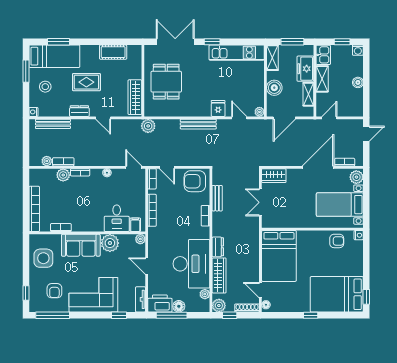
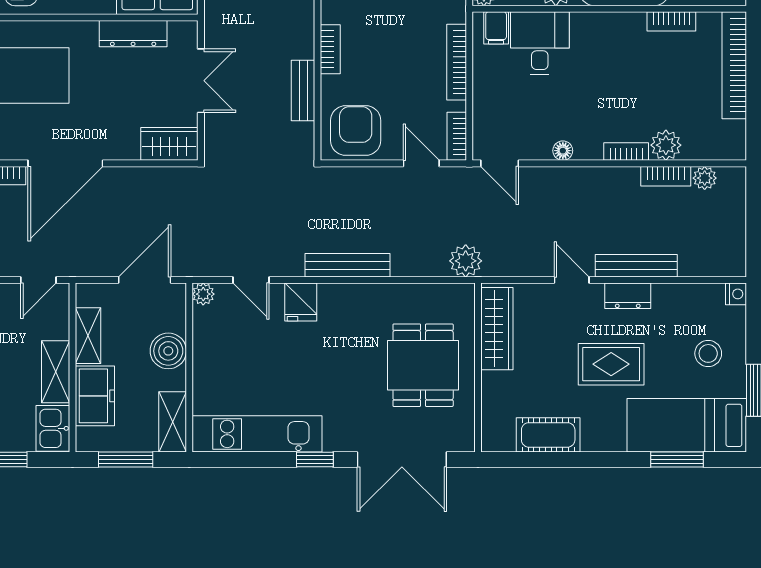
bench: (53, 124) -> (636, 266), moved
armchair: (195, 181) -> (356, 131), turned -90
dresser: (289, 222) -> (133, 34), added

